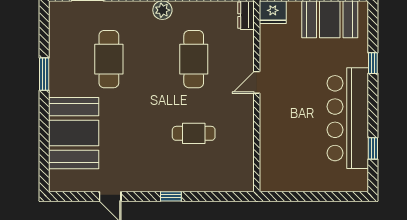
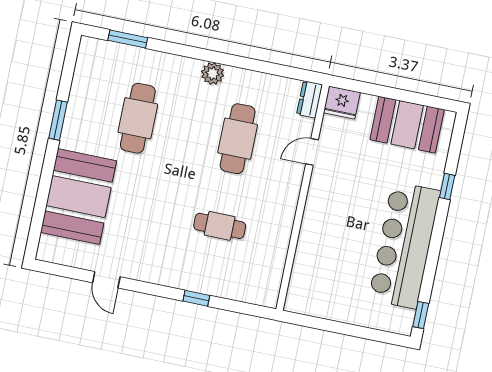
door: (257, 82) -> (312, 152), moved
window: (373, 148) -> (421, 315), moved
window: (171, 196) -> (196, 298), moved

